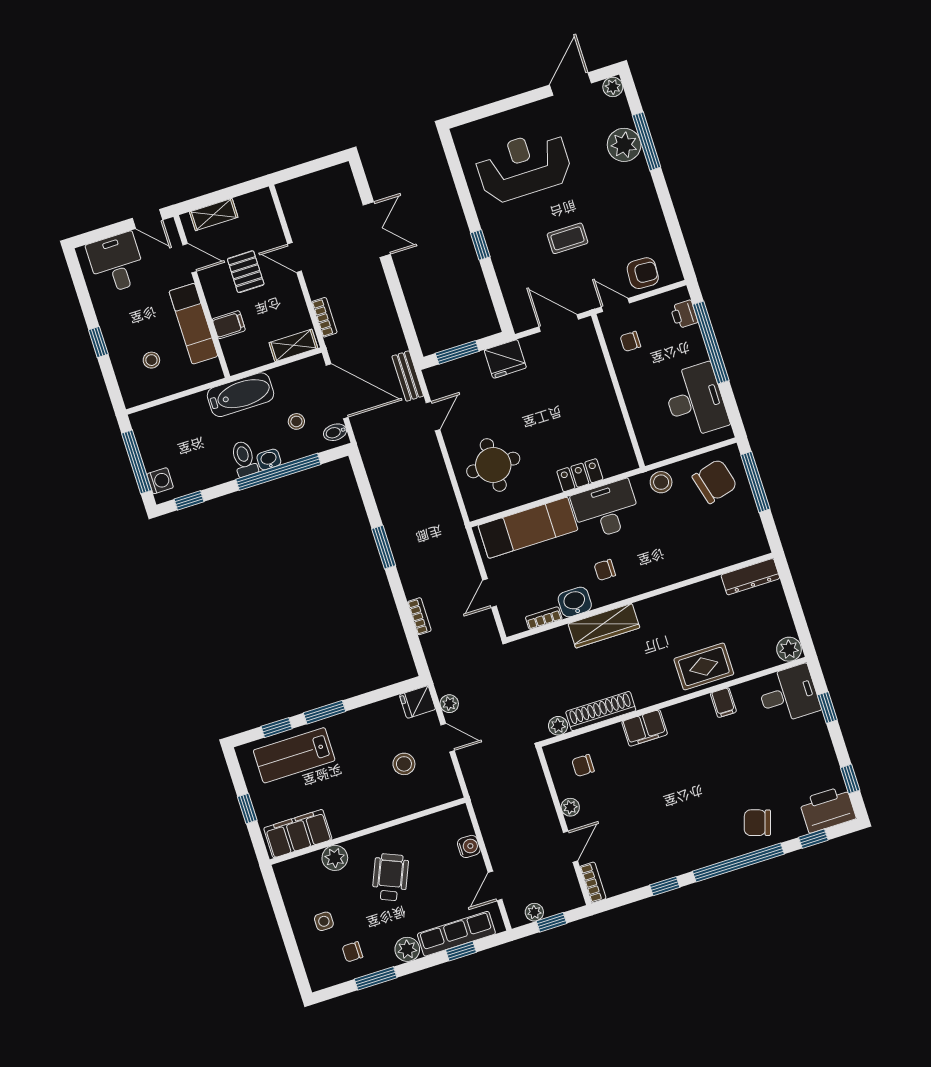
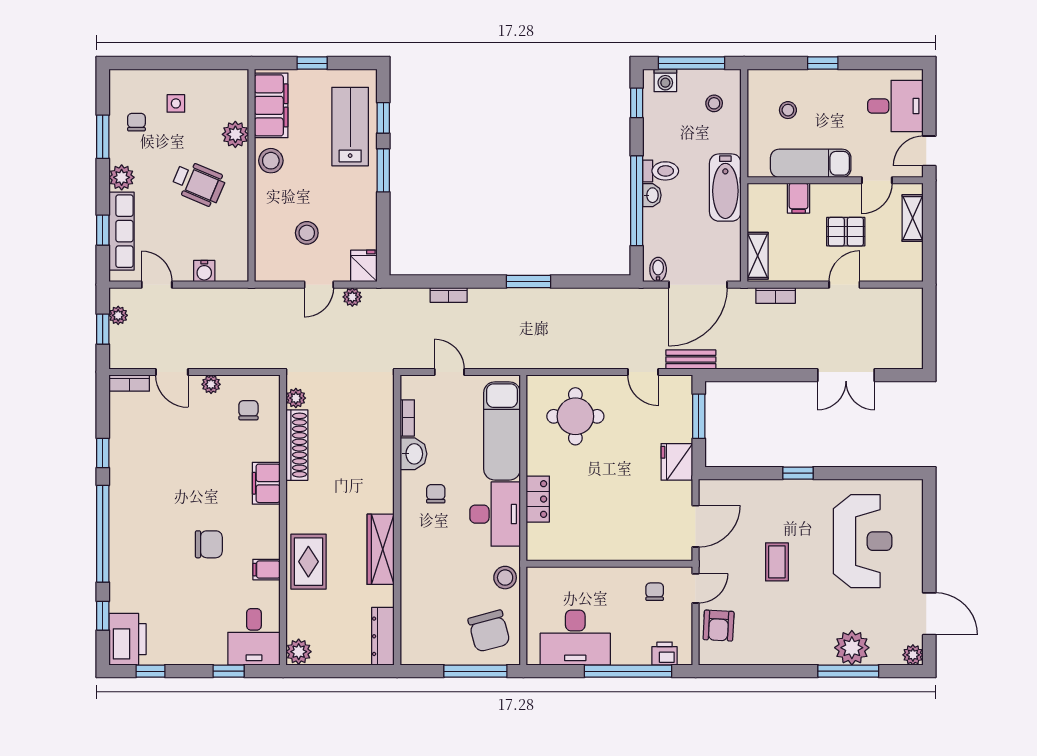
stool: (296, 421) -> (714, 103), moved
wardrobe: (604, 626) -> (381, 549), moved
stool: (348, 818) -> (271, 161), added
chair: (757, 823) -> (209, 544), moved, turned 72

